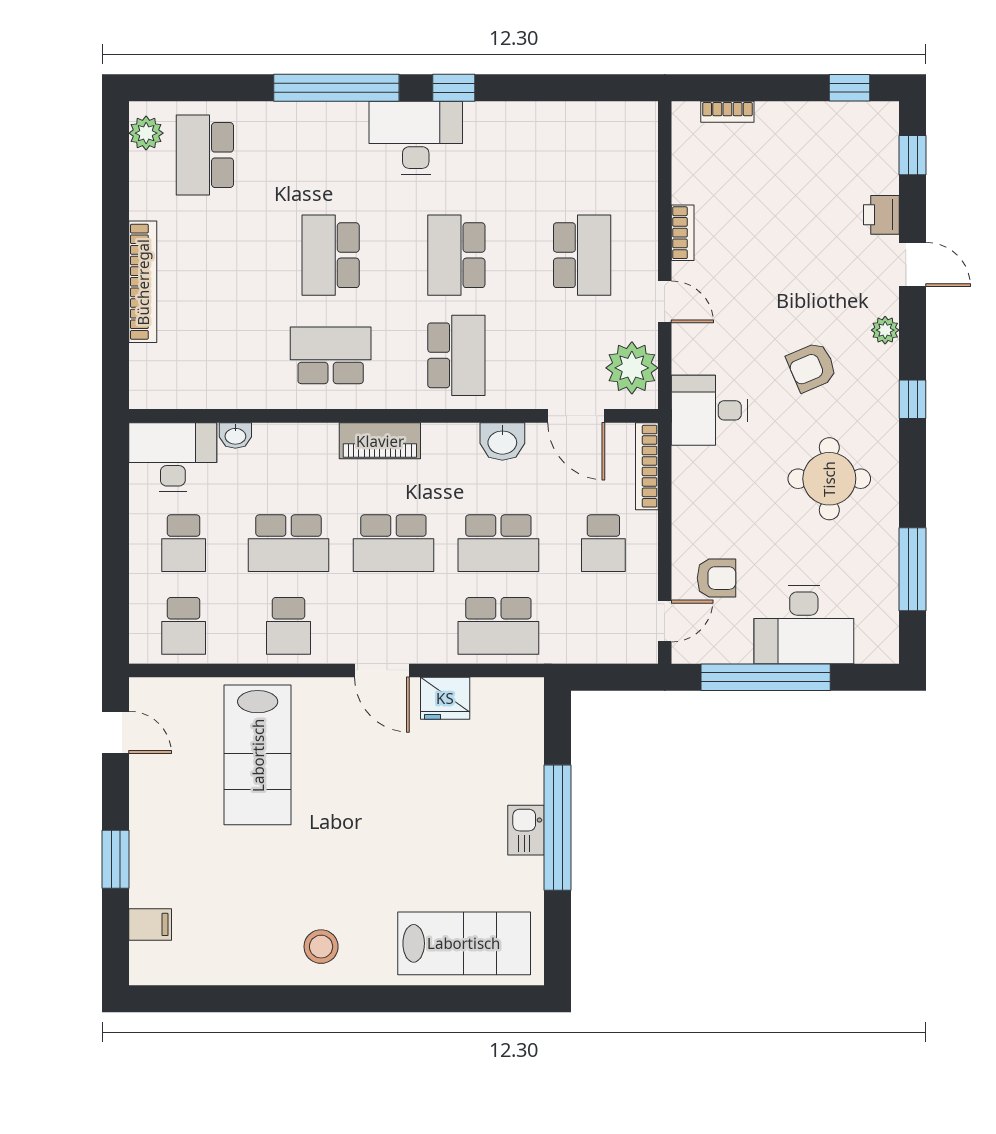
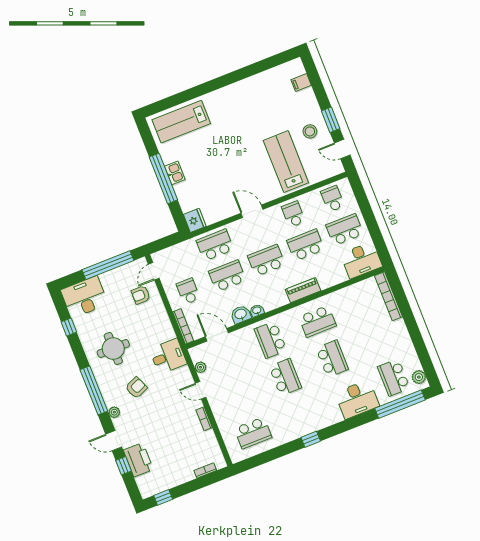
window: (336, 88) -> (400, 404), moved
desk: (416, 138) -> (357, 399), moved
school desk: (205, 155) -> (394, 378), turned 180
window: (913, 155) -> (124, 466), moved
printer: (881, 215) -> (138, 460), width x1.87, depth x1.48
school desk: (582, 255) -> (253, 433), moved, turned -90
bookcase: (143, 282) -> (389, 296), moved
plant: (632, 368) -> (200, 367), width x0.53, depth x0.53
window: (913, 399) -> (94, 390), width x3.17
washbasin: (235, 436) -> (257, 311), moved
piano: (380, 441) -> (303, 290), moved
school desk: (184, 543) -> (345, 230), width x1.85
window: (913, 569) -> (69, 327), width x0.46
desk: (804, 625) -> (84, 297), moved
fridge: (445, 698) -> (195, 220), moved, turned 90
window: (115, 859) -> (331, 120), moved
stool: (321, 947) -> (310, 131), moved

